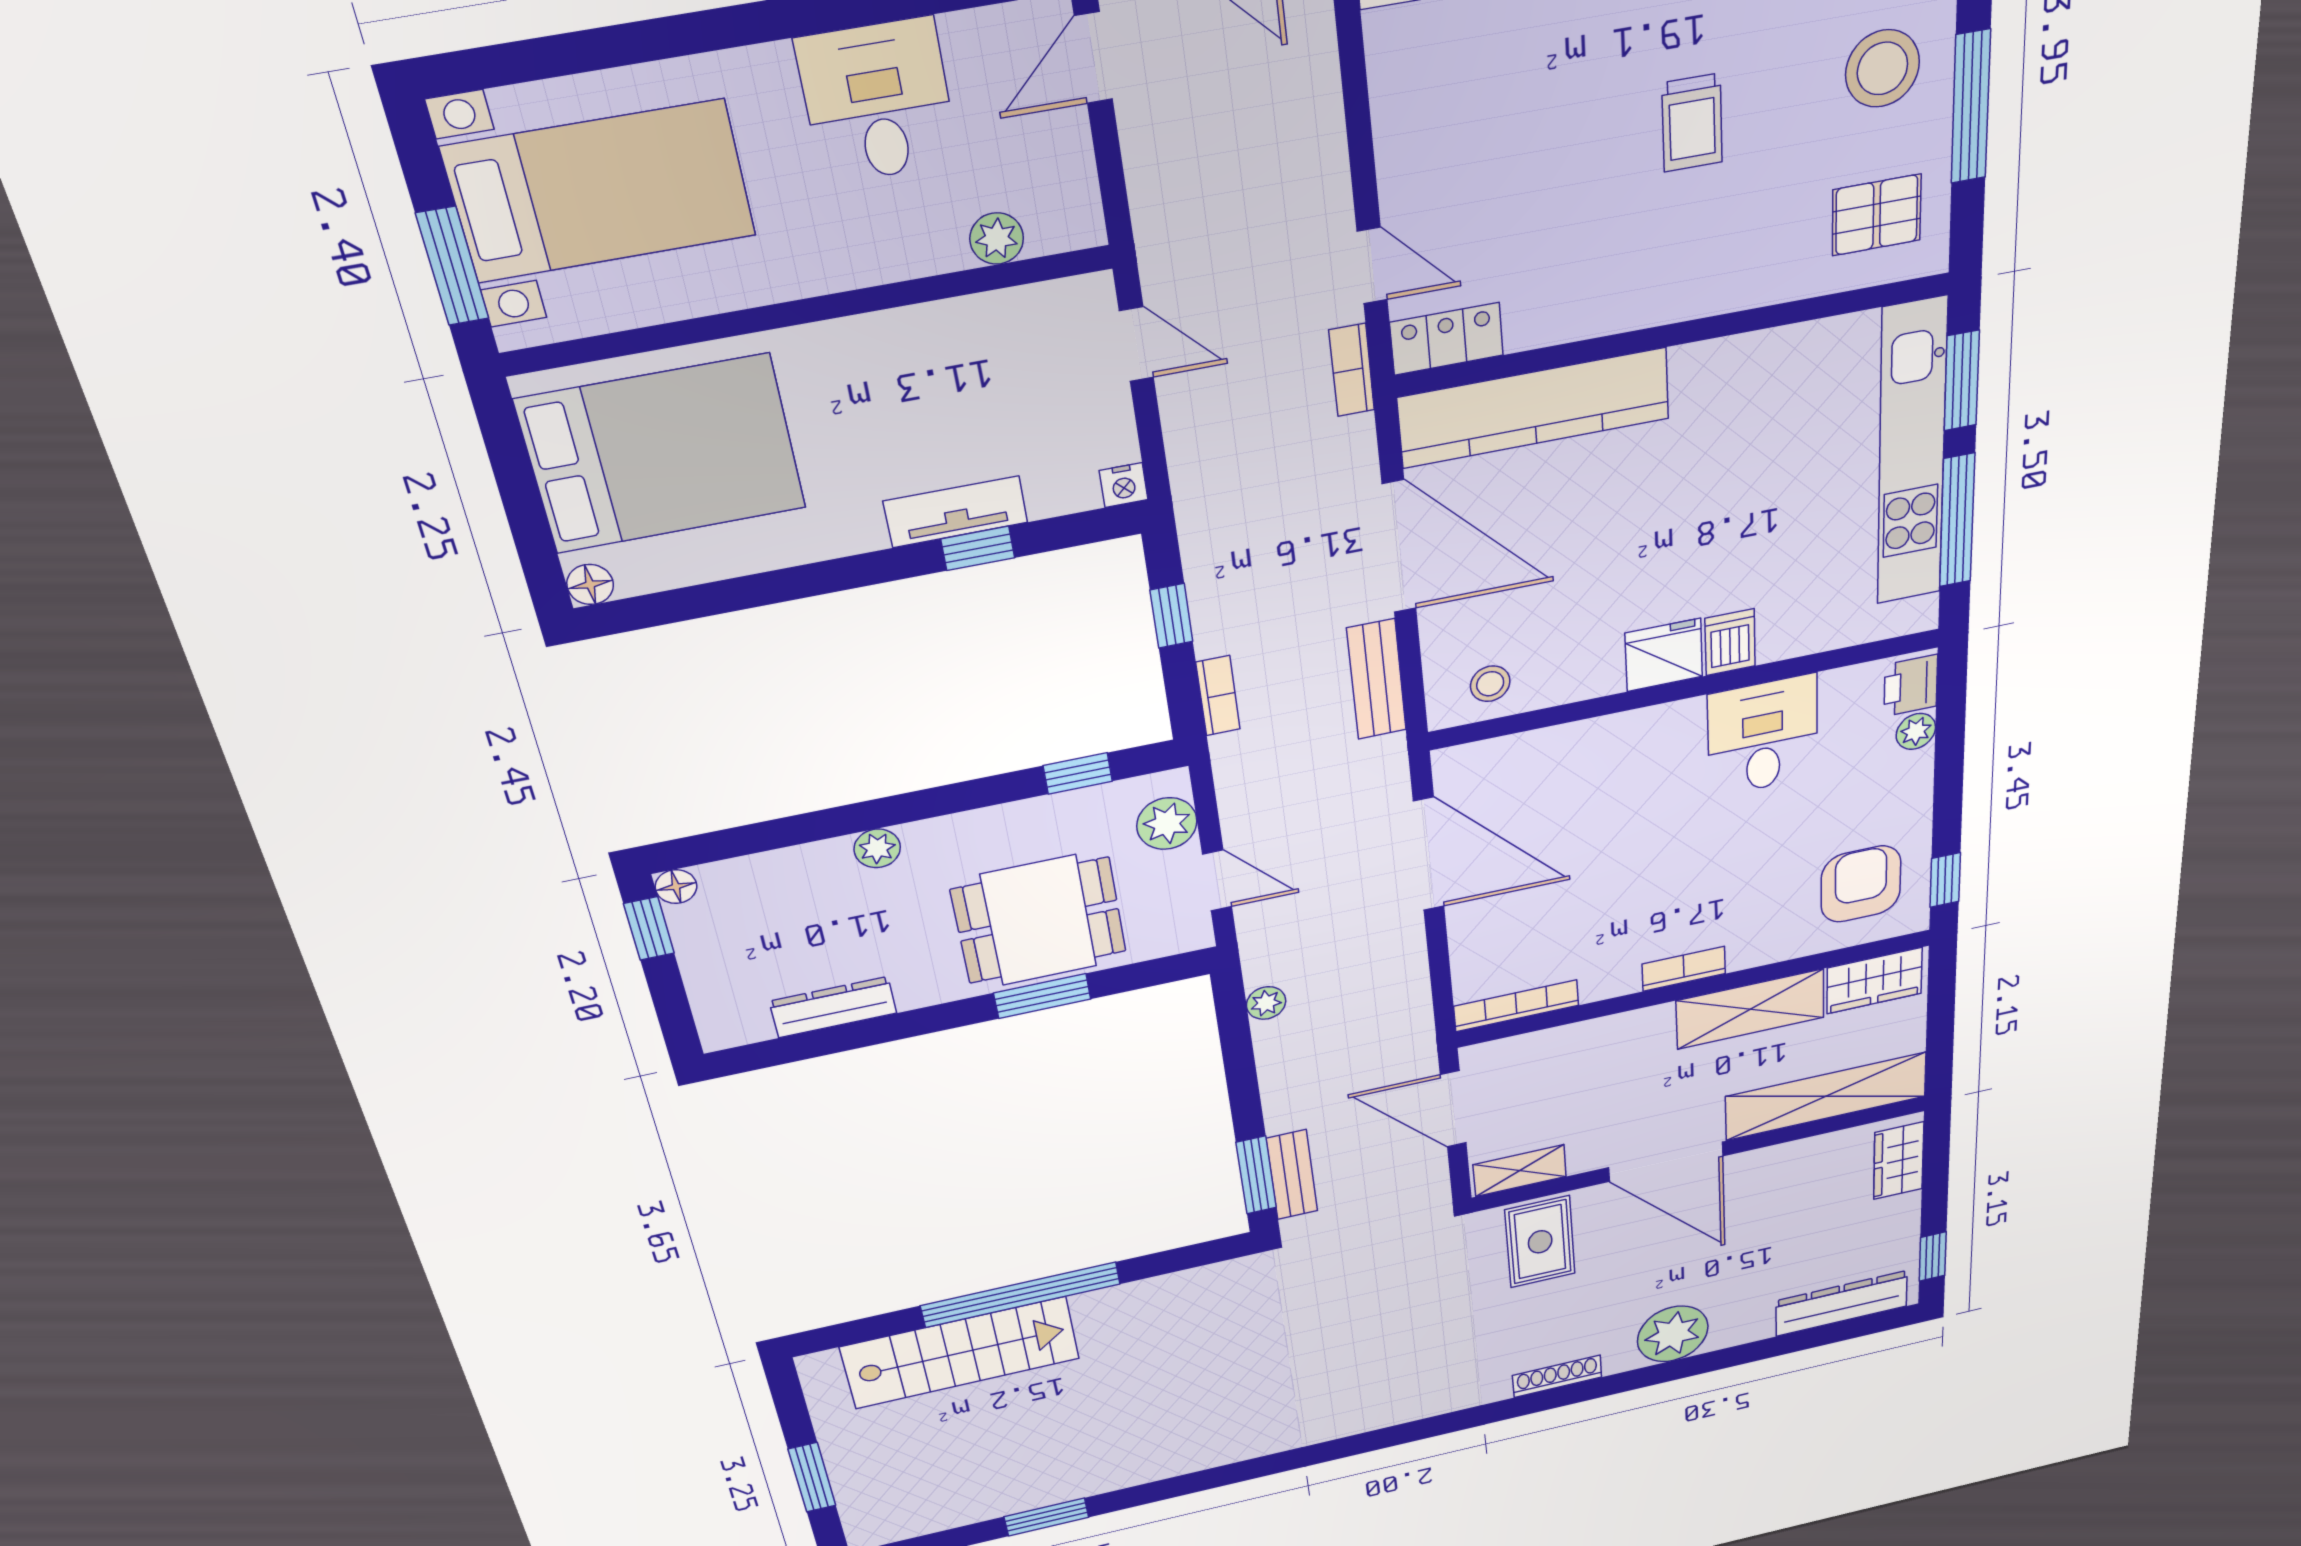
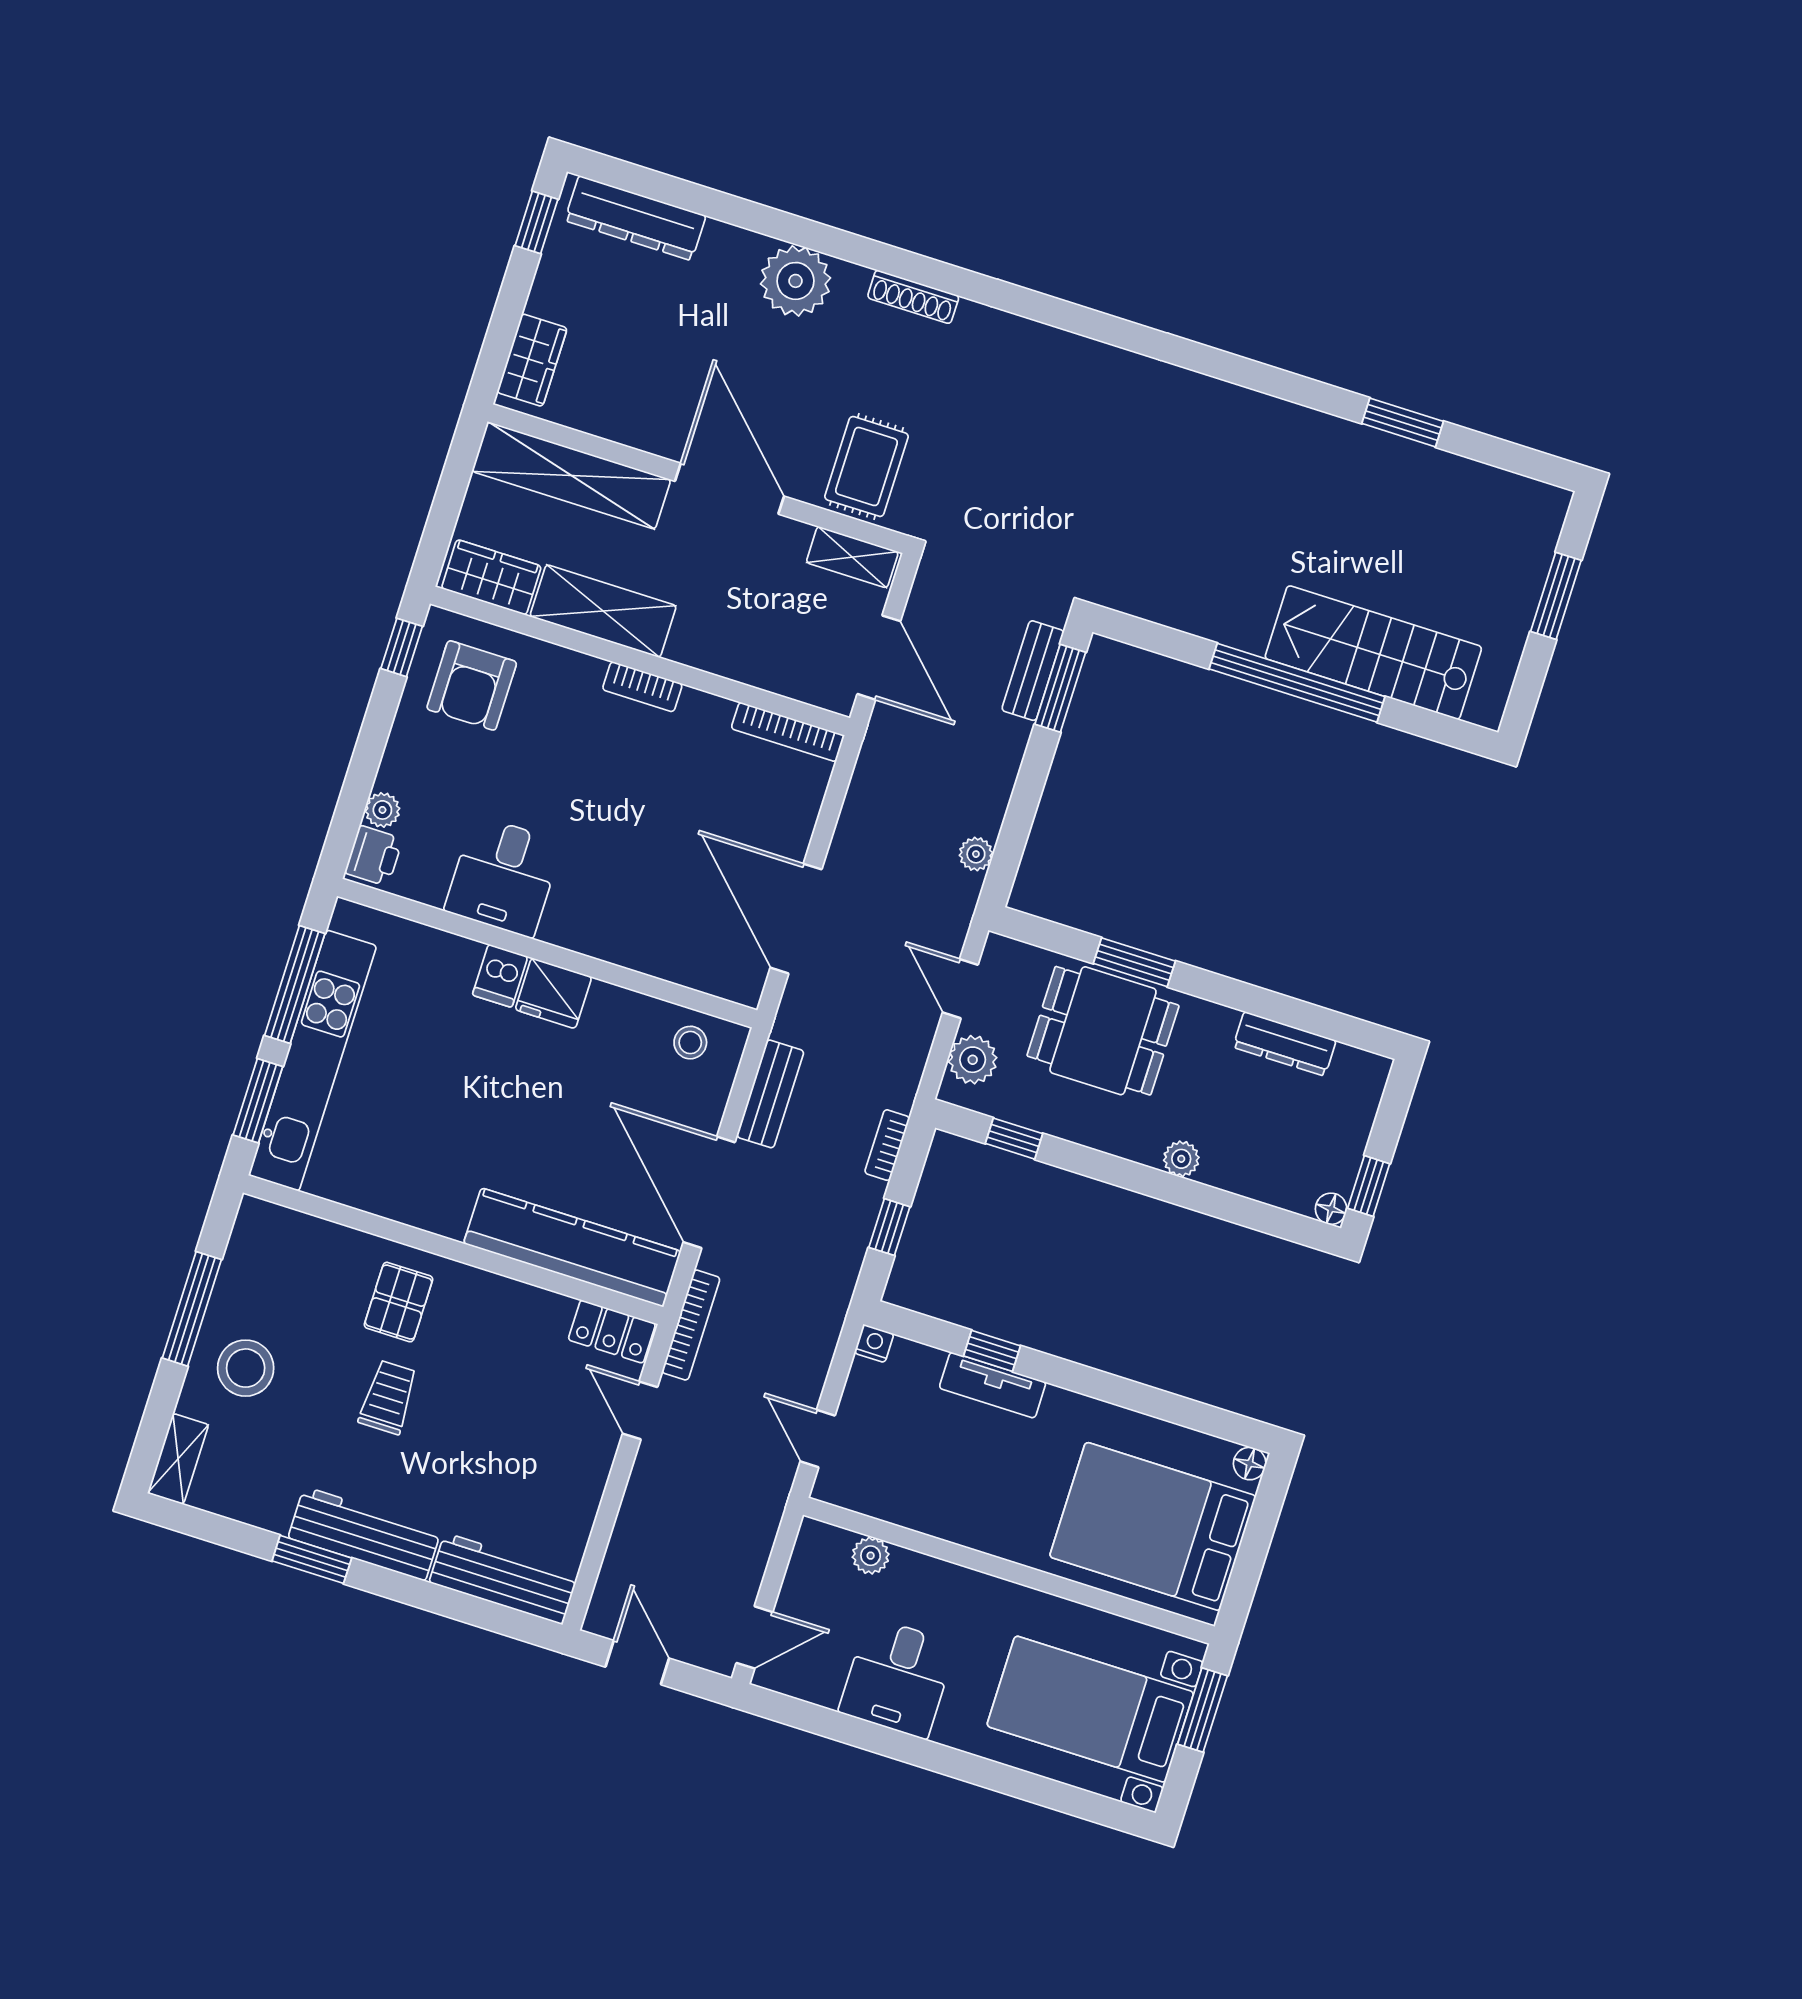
pallet: (1877, 215) -> (398, 1302), moved, turned 90
bookcase: (1352, 370) -> (691, 1325), width x1.56

